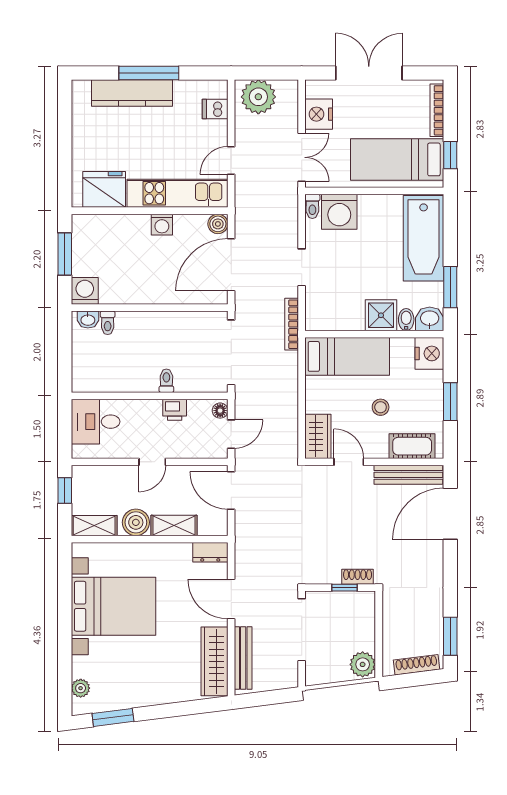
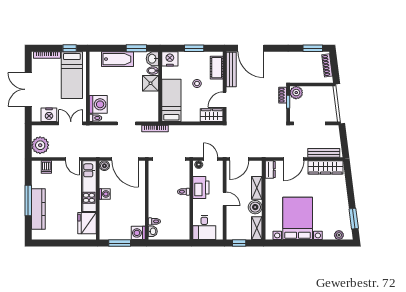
bathtub: (424, 238) -> (117, 59), width x0.73, depth x0.73
printer: (175, 410) -> (201, 188), width x1.87, depth x1.48
plant: (363, 664) -> (296, 93), moved

